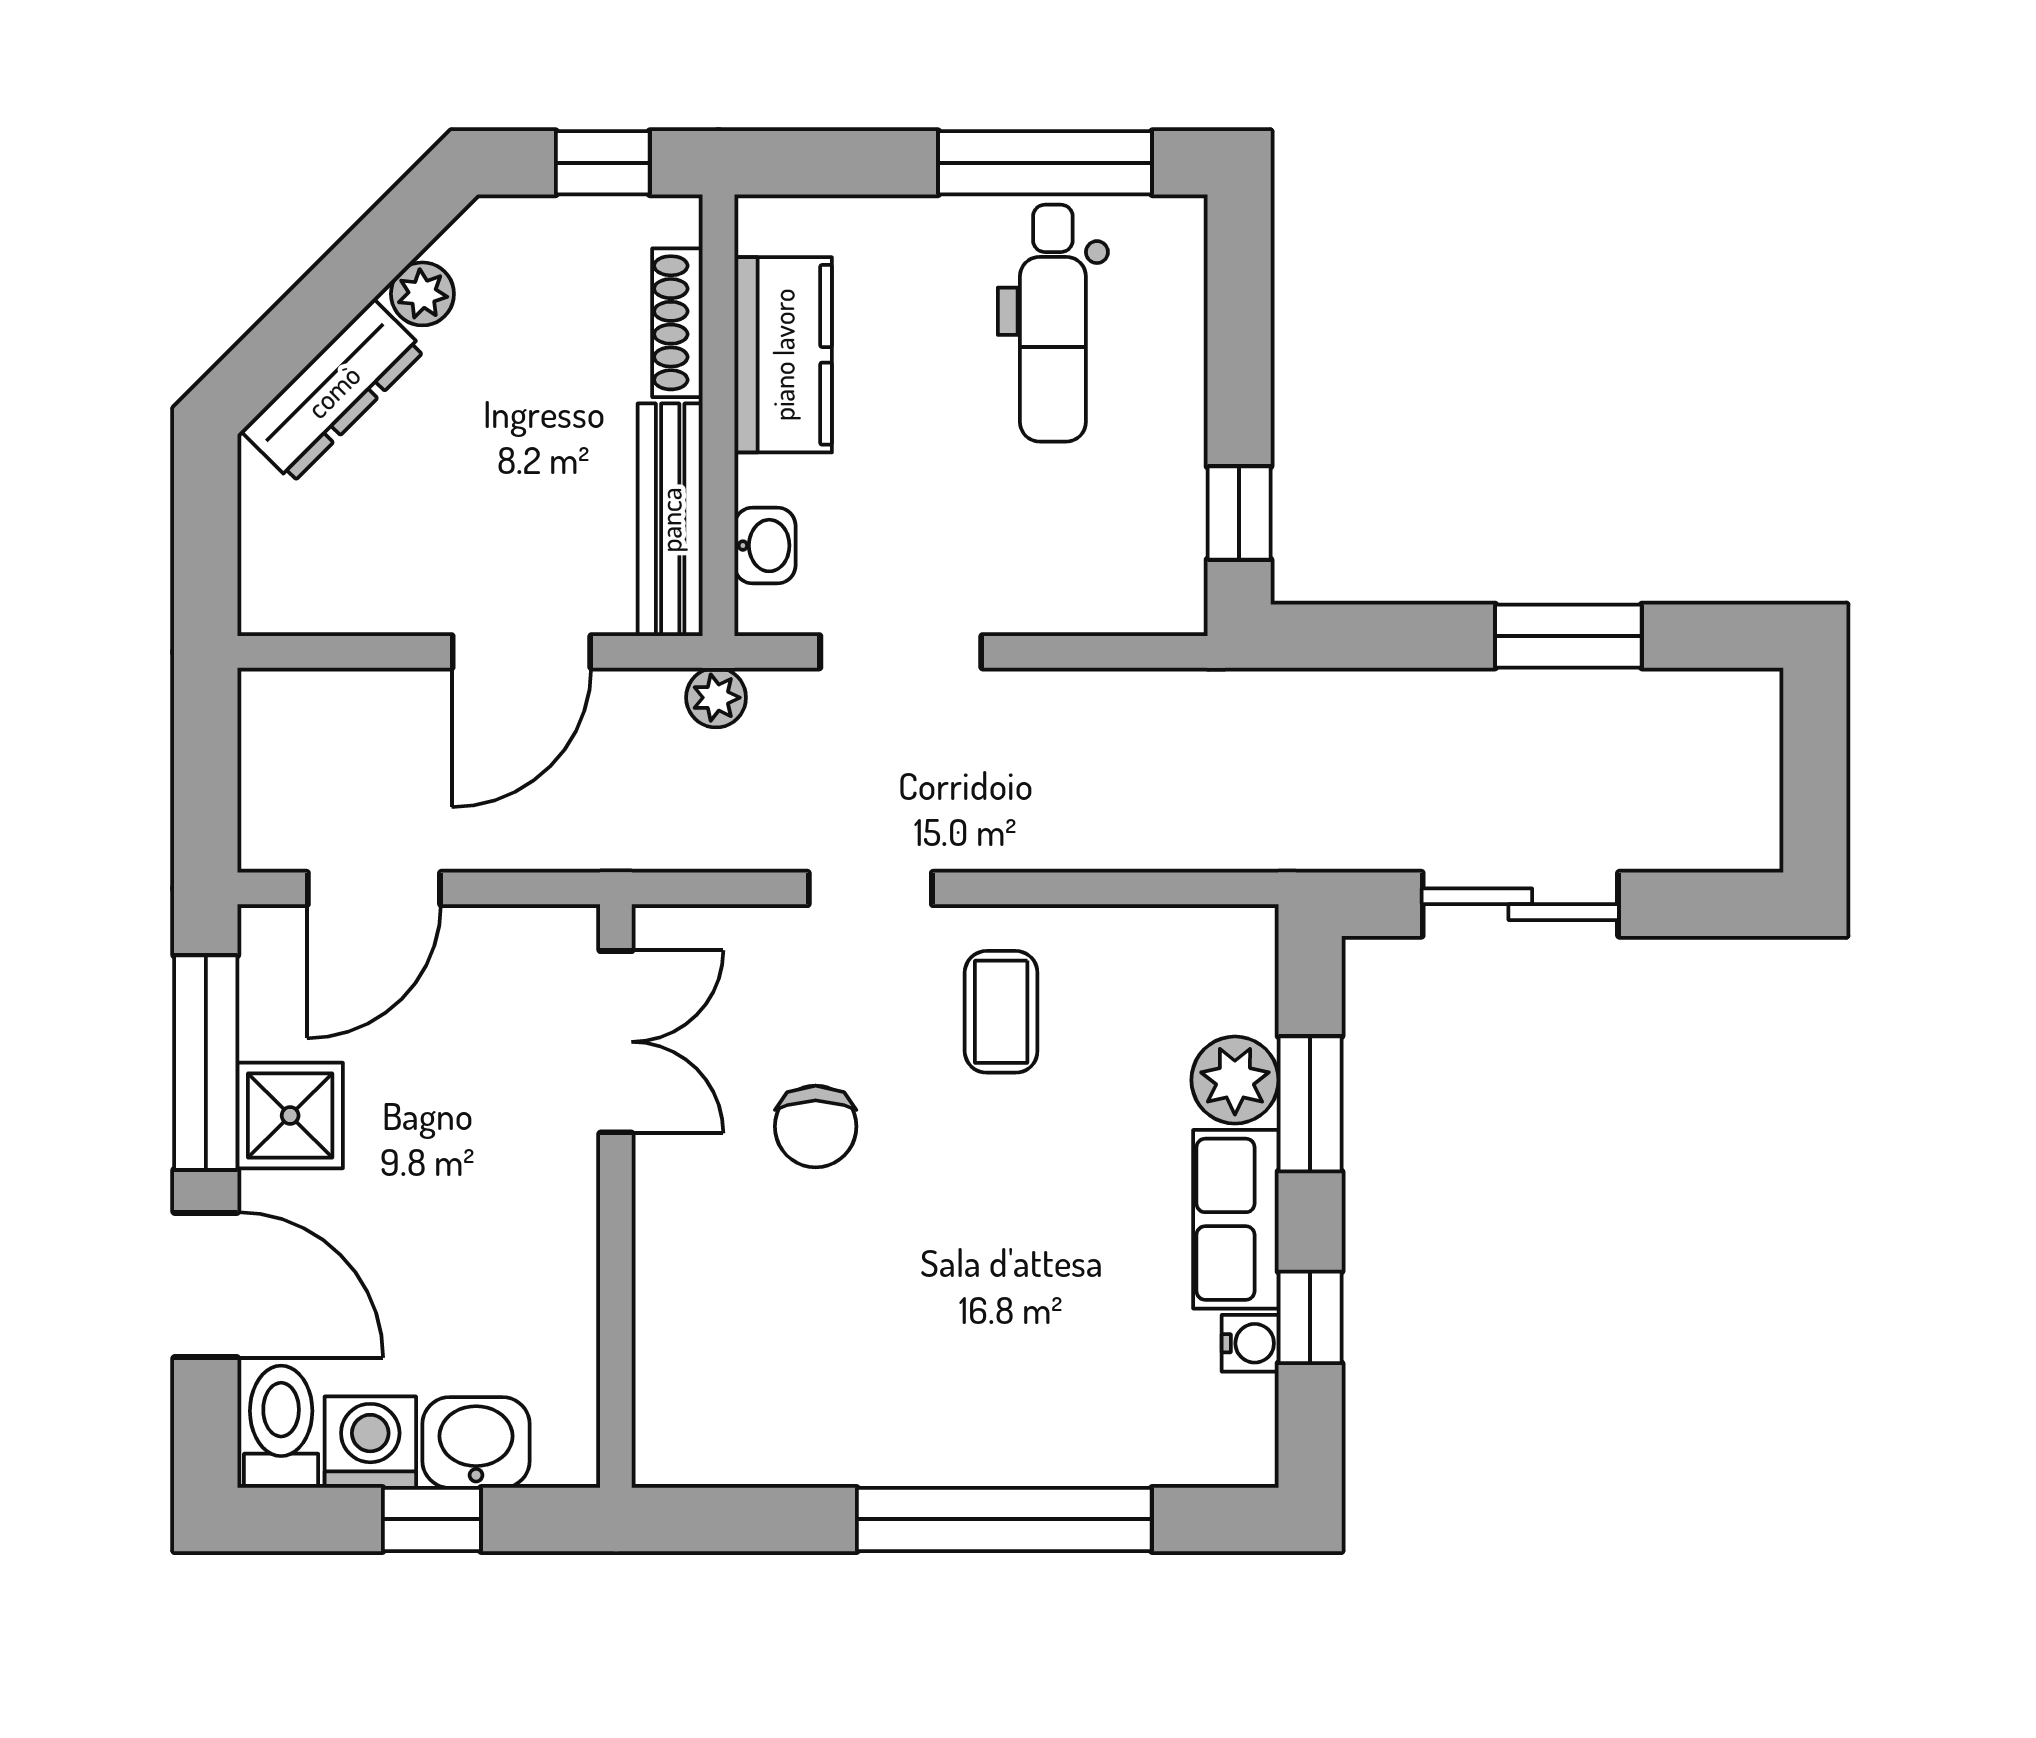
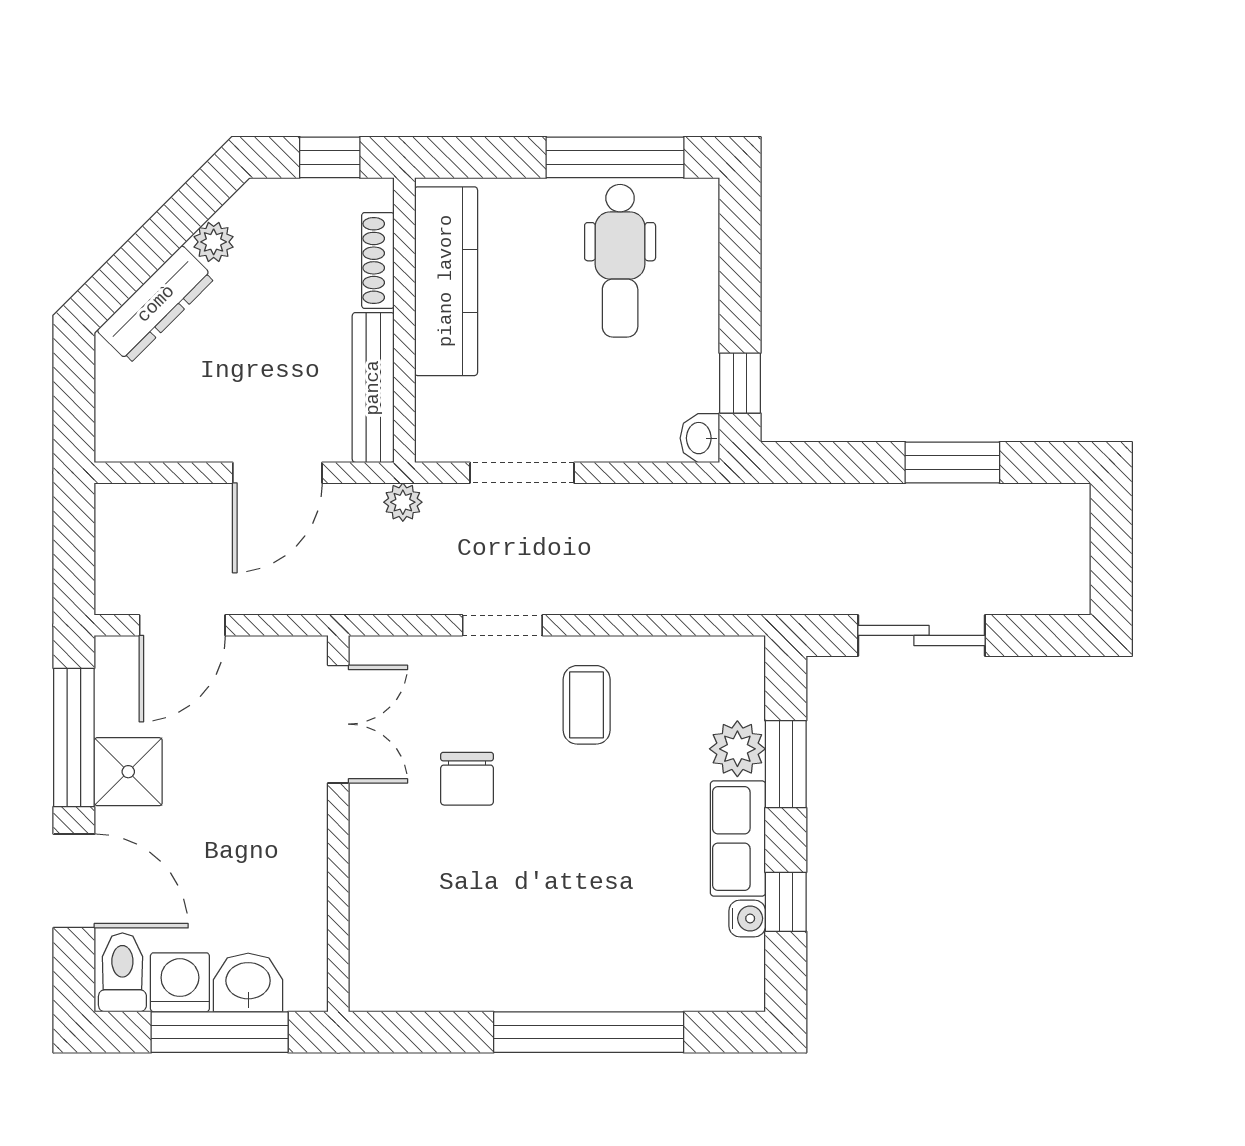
kitchen counter: (783, 355) -> (446, 281), width x1.50
washbasin: (765, 546) -> (700, 438), moved, turned 180
window: (432, 1519) -> (220, 1032), width x2.17

